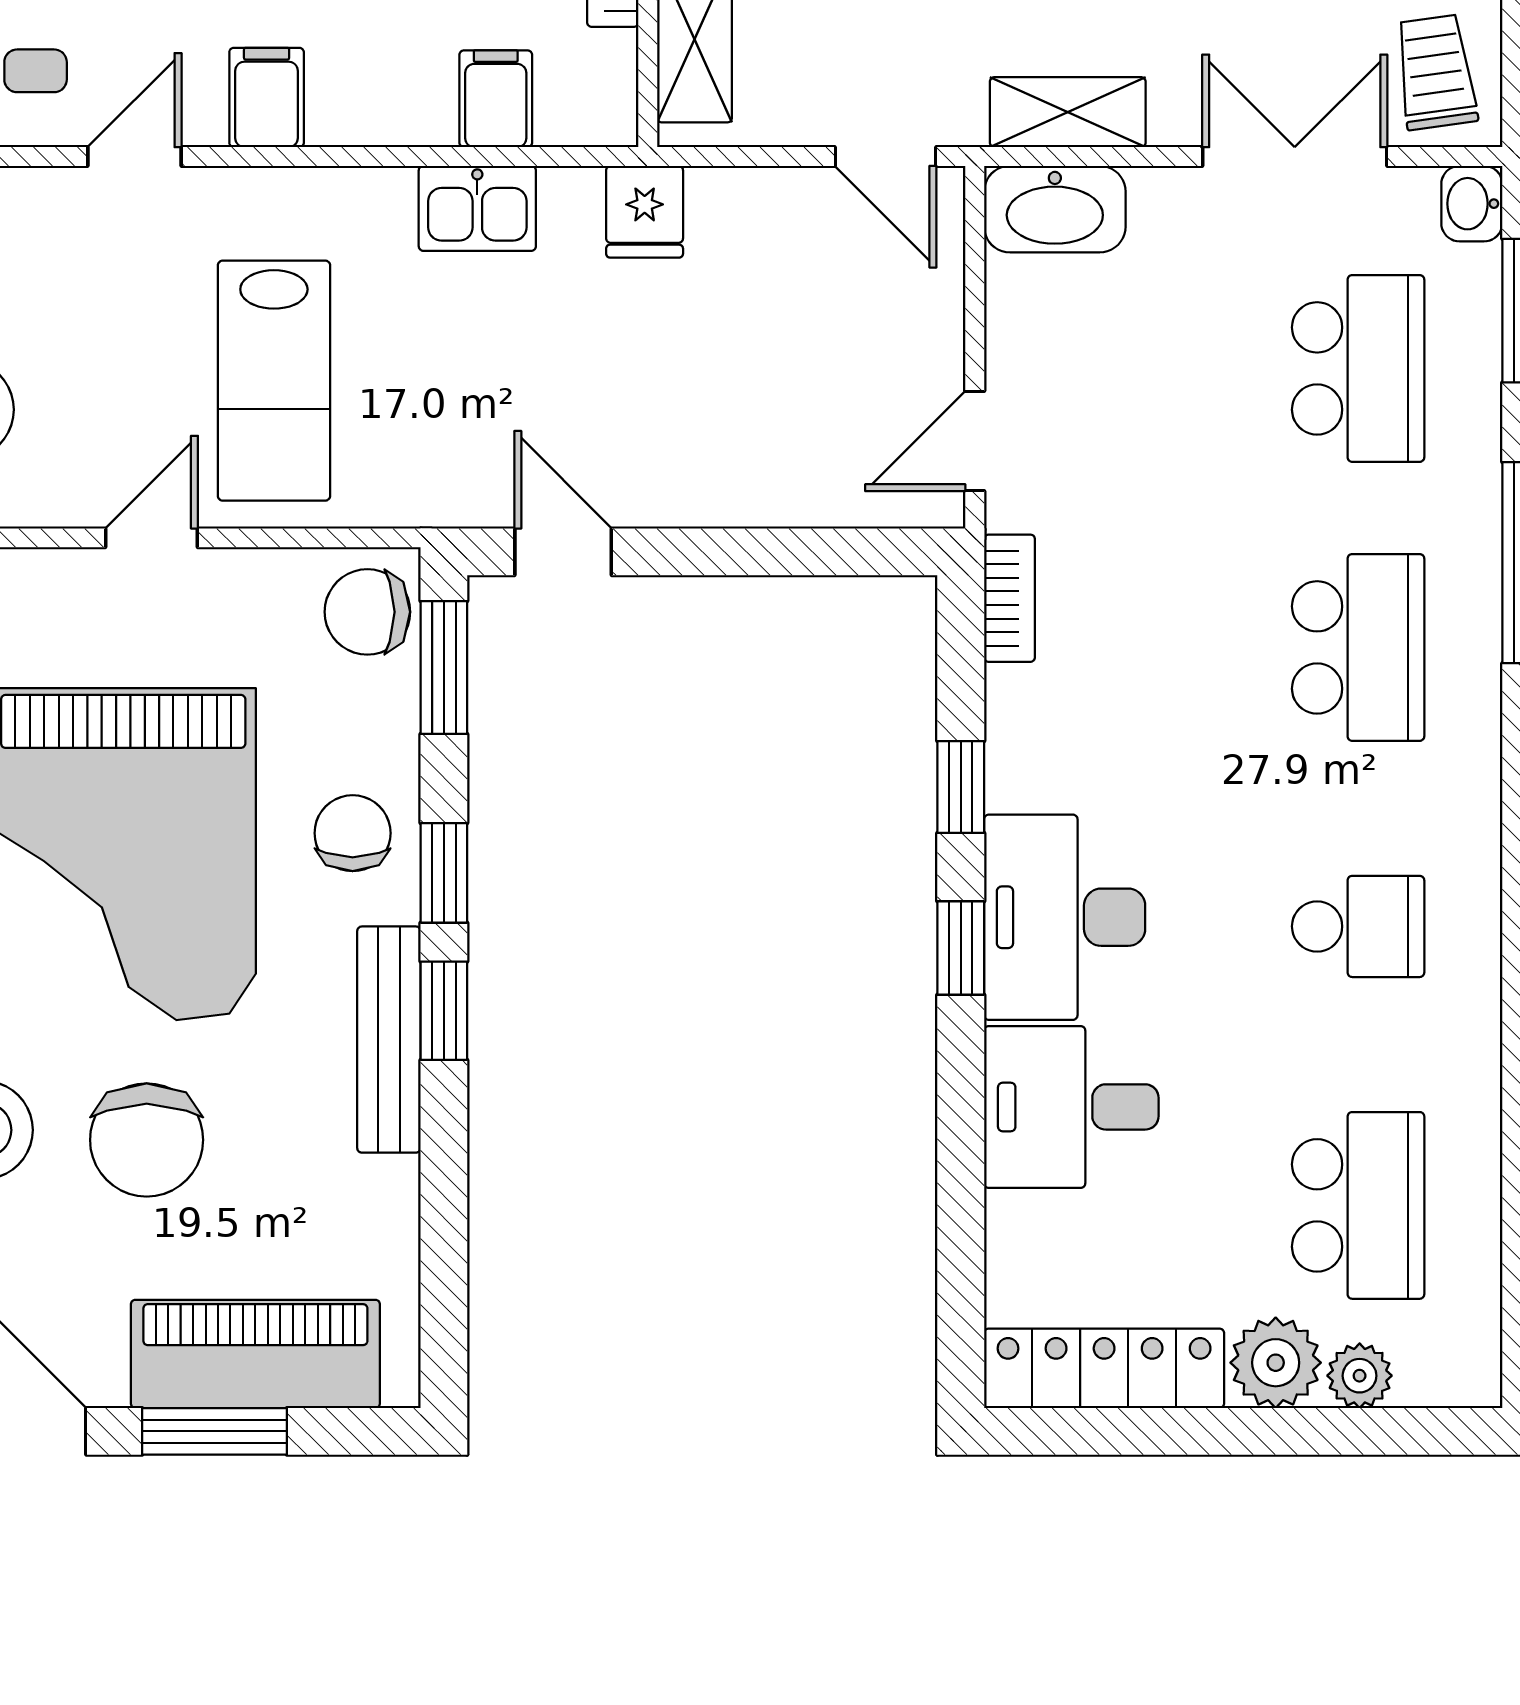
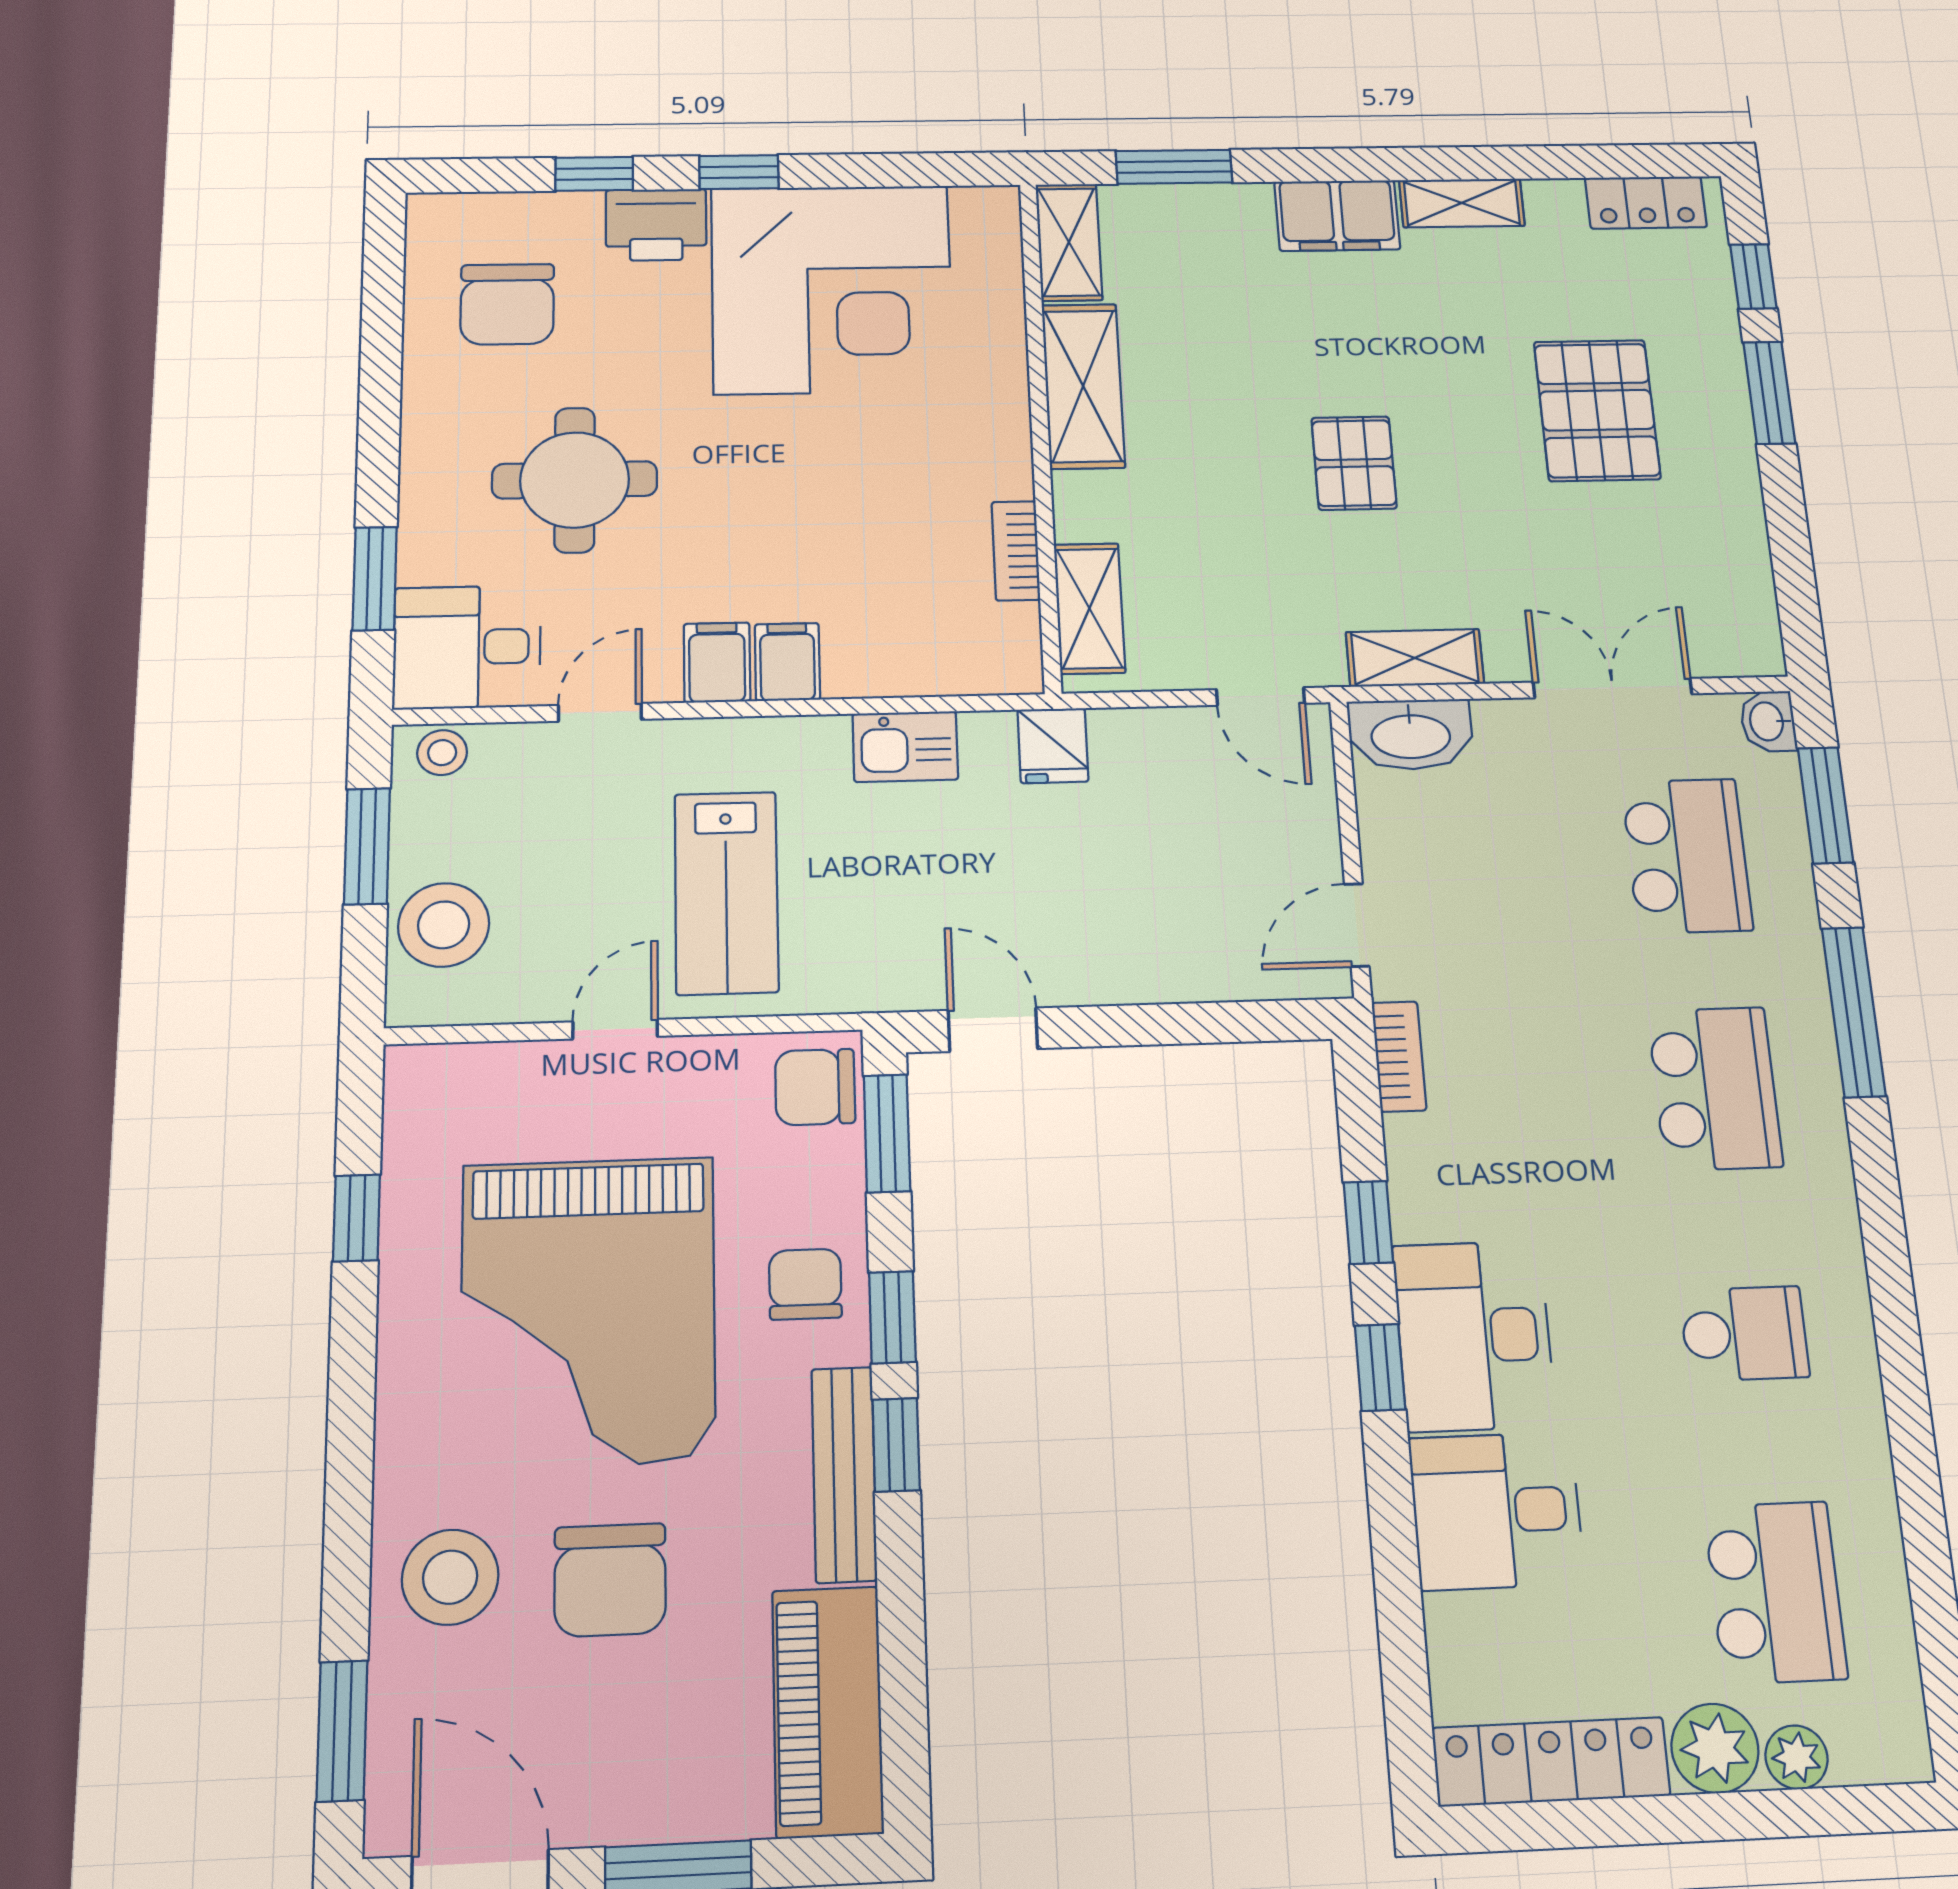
trolley: (1436, 72) -> (1724, 620), removed
filing cabinet: (496, 99) -> (787, 662), moved
piano: (255, 1354) -> (828, 1711), moved, turned -90

